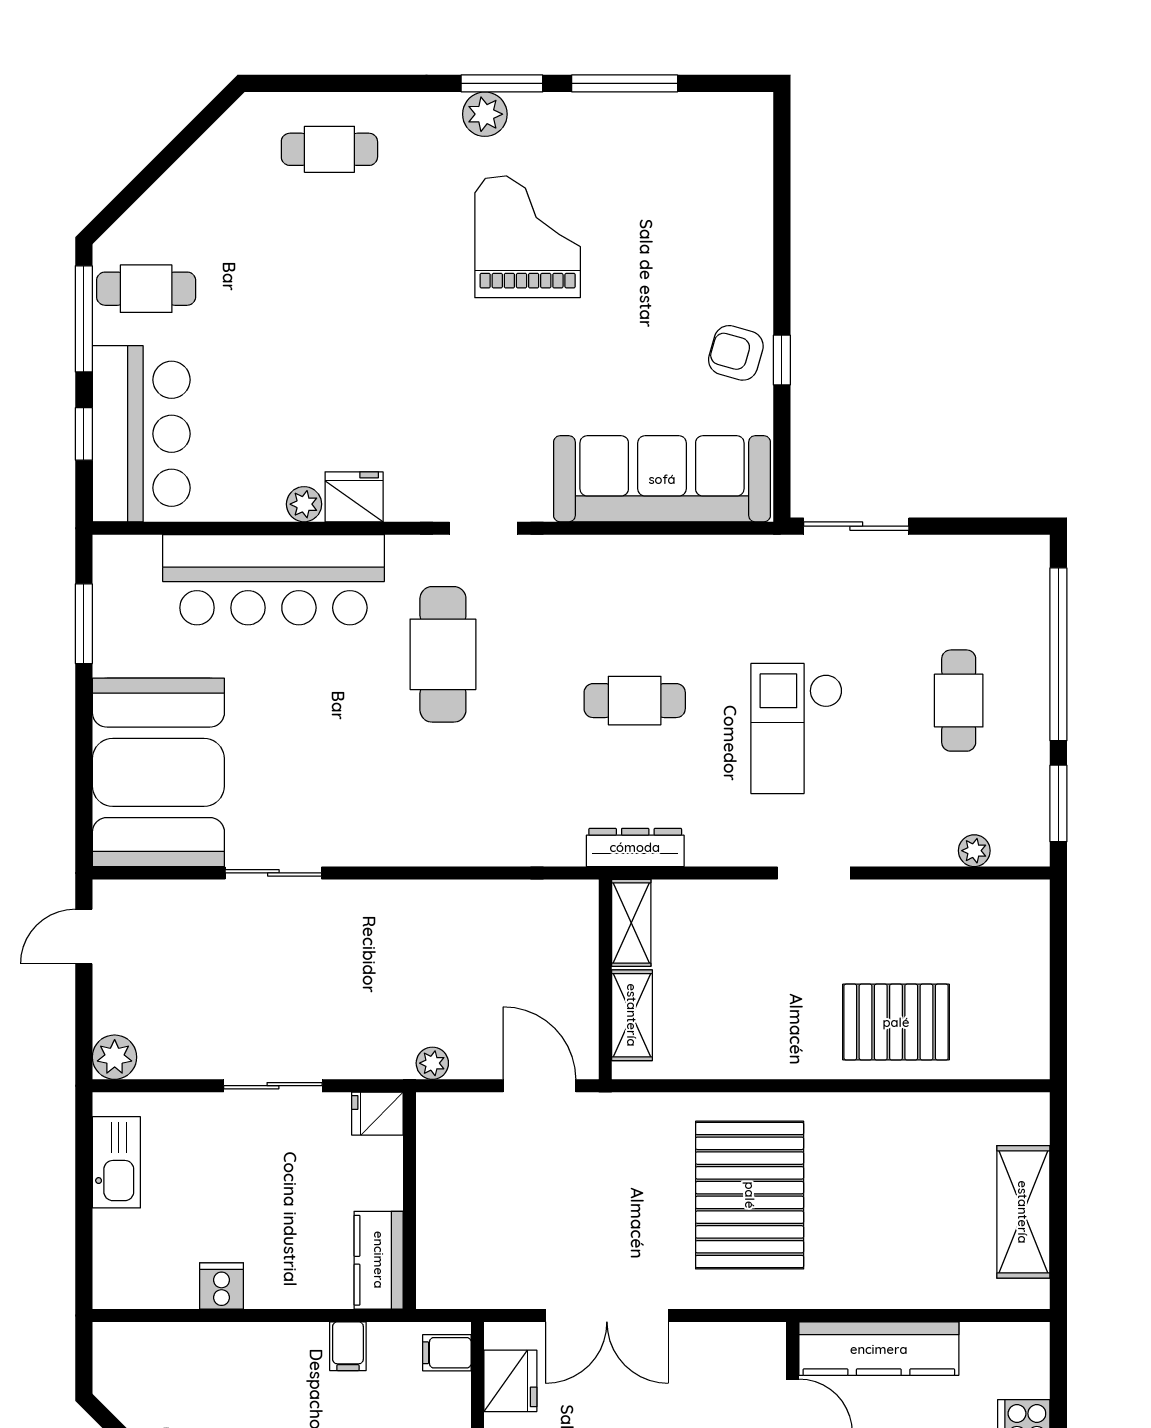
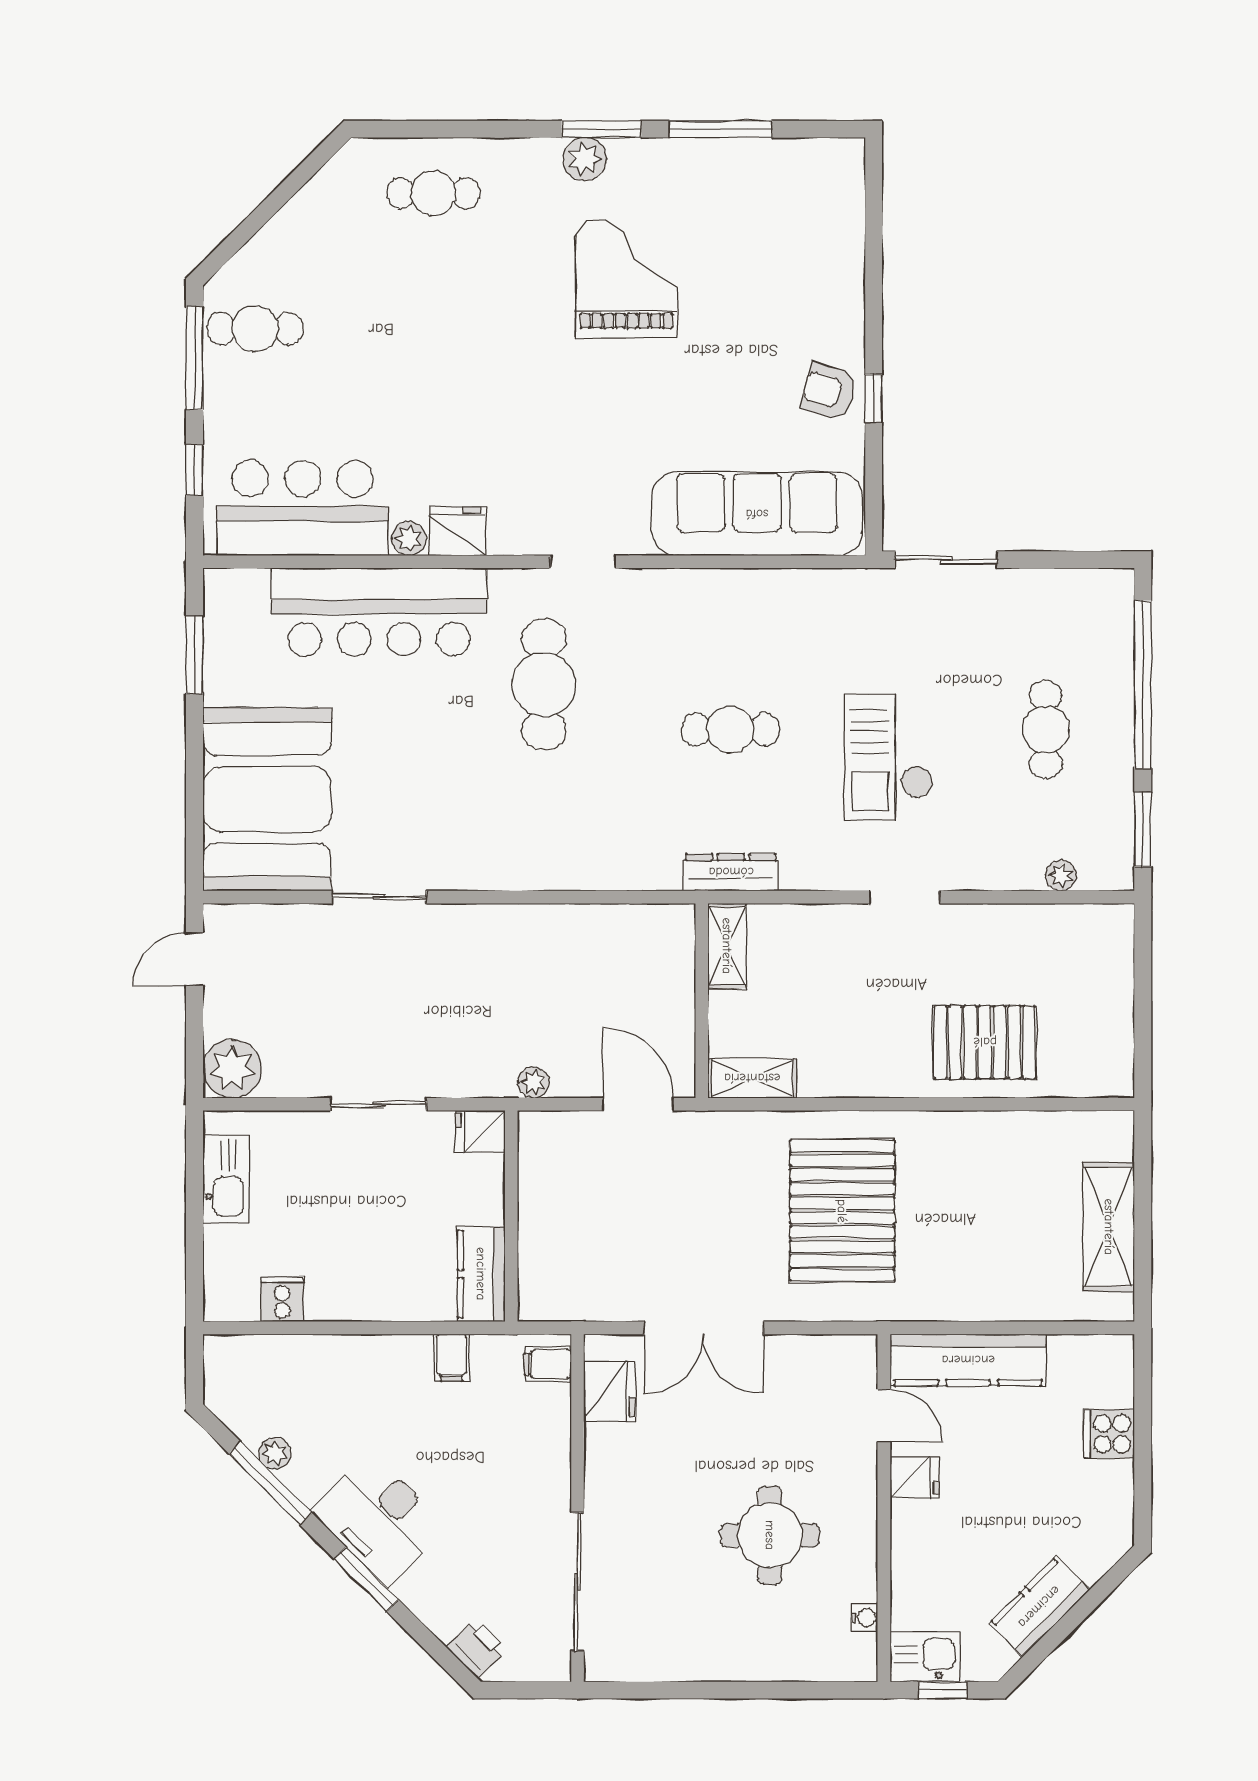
bar counter: (141, 434) -> (303, 508), moved, turned -90
shelving: (632, 1015) -> (752, 1078), moved, turned 90
plant: (115, 1057) -> (232, 1069), width x1.36, depth x1.36
cooker: (221, 1286) -> (282, 1299), moved

